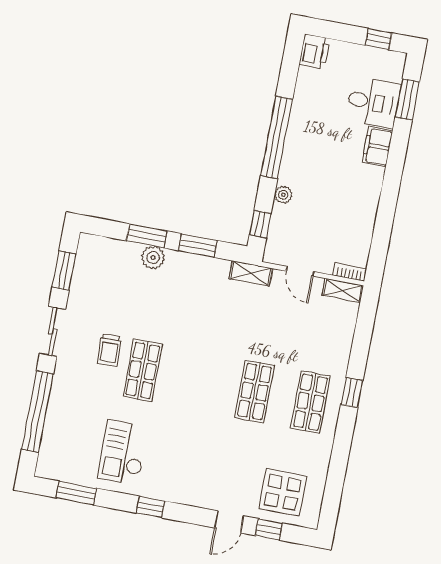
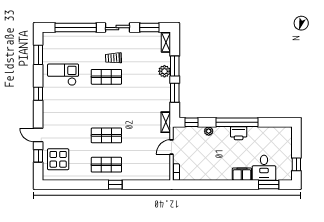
printer: (315, 51) -> (239, 133), moved
shelving: (343, 290) -> (166, 42), moved

